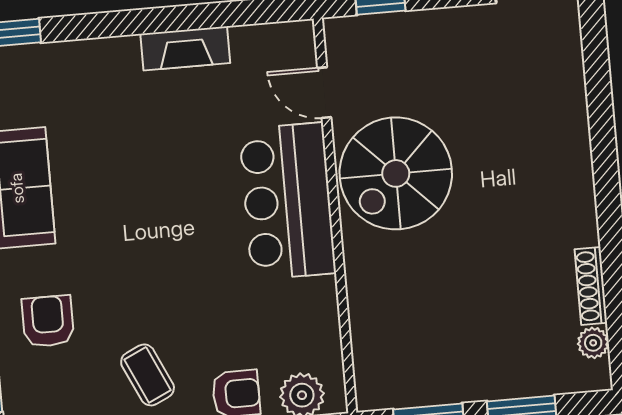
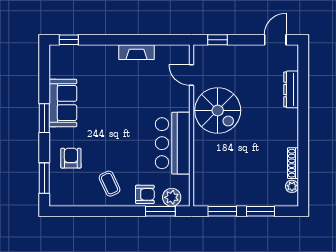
dresser: (570, 107) -> (291, 89), added
spiral stairs: (396, 173) -> (218, 110), turned -90
bar counter: (287, 201) -> (173, 143), moved

